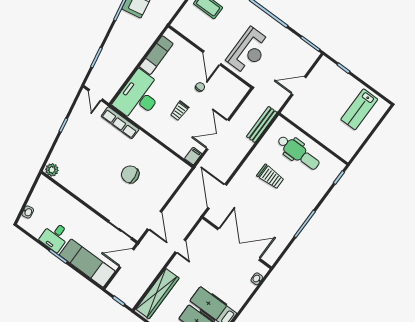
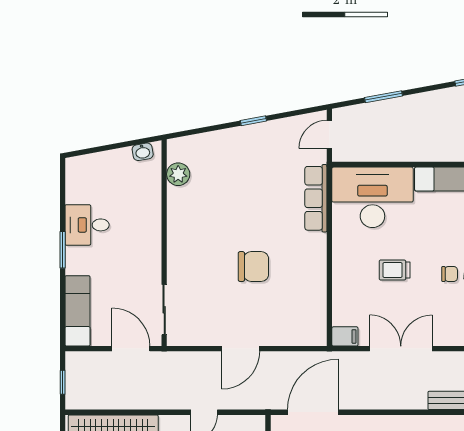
plant: (52, 170) -> (178, 174), moved
chair: (130, 174) -> (253, 267), turned 96
washbasin: (28, 212) -> (143, 152), moved
door: (154, 221) -> (241, 349), moved
exam couch: (87, 263) -> (77, 311), width x0.73, depth x0.69

